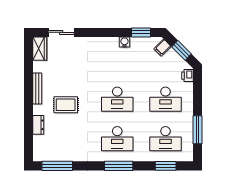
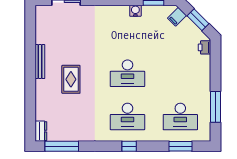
wardrobe: (40, 49) -> (43, 18), removed
desk: (165, 99) -> (180, 73), removed
rug: (66, 105) -> (71, 79), turned 90
dresser: (38, 125) -> (41, 131), moved
window: (119, 166) -> (129, 146), width x0.46

